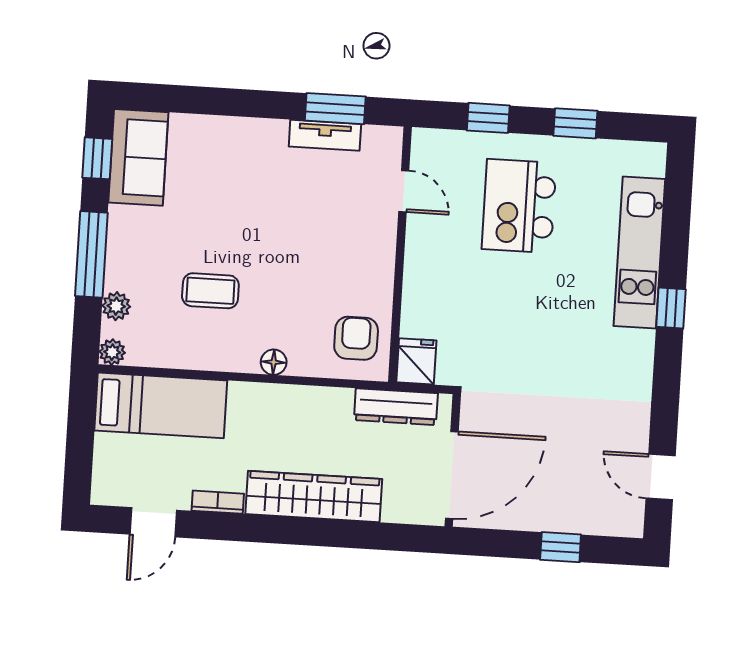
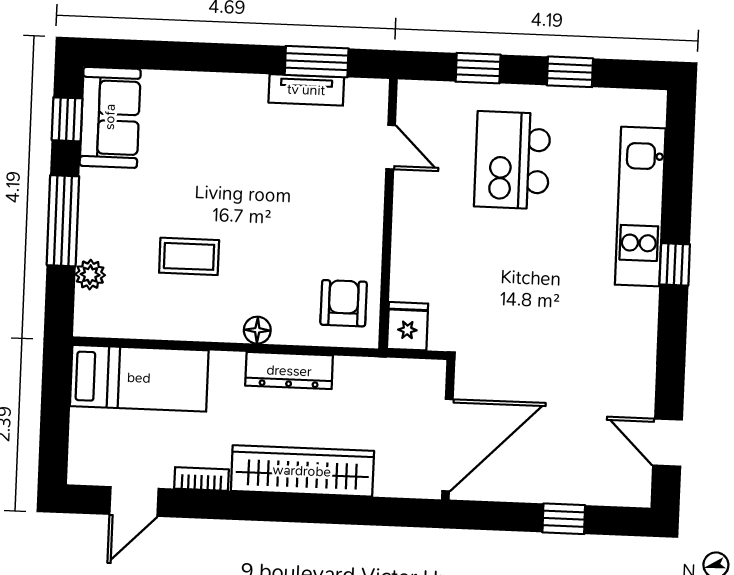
plant: (112, 352) -> (87, 323), removed
dresser: (396, 407) -> (289, 371), moved

